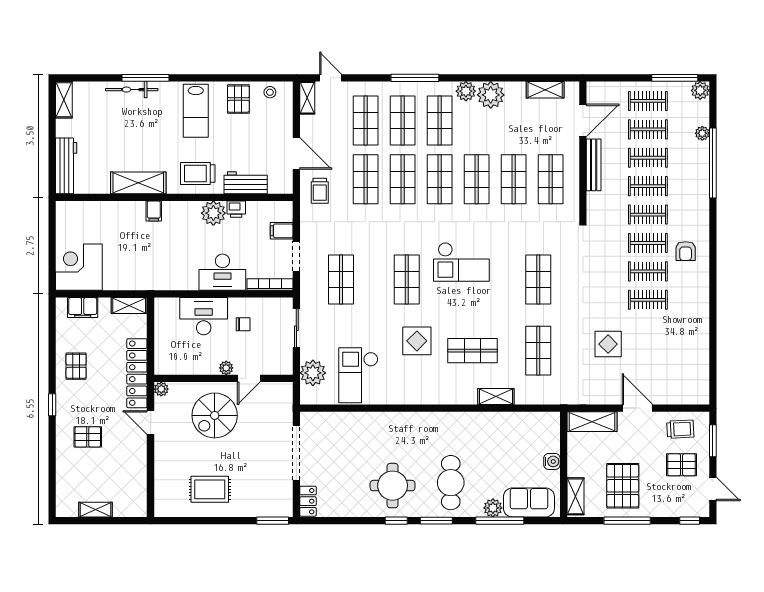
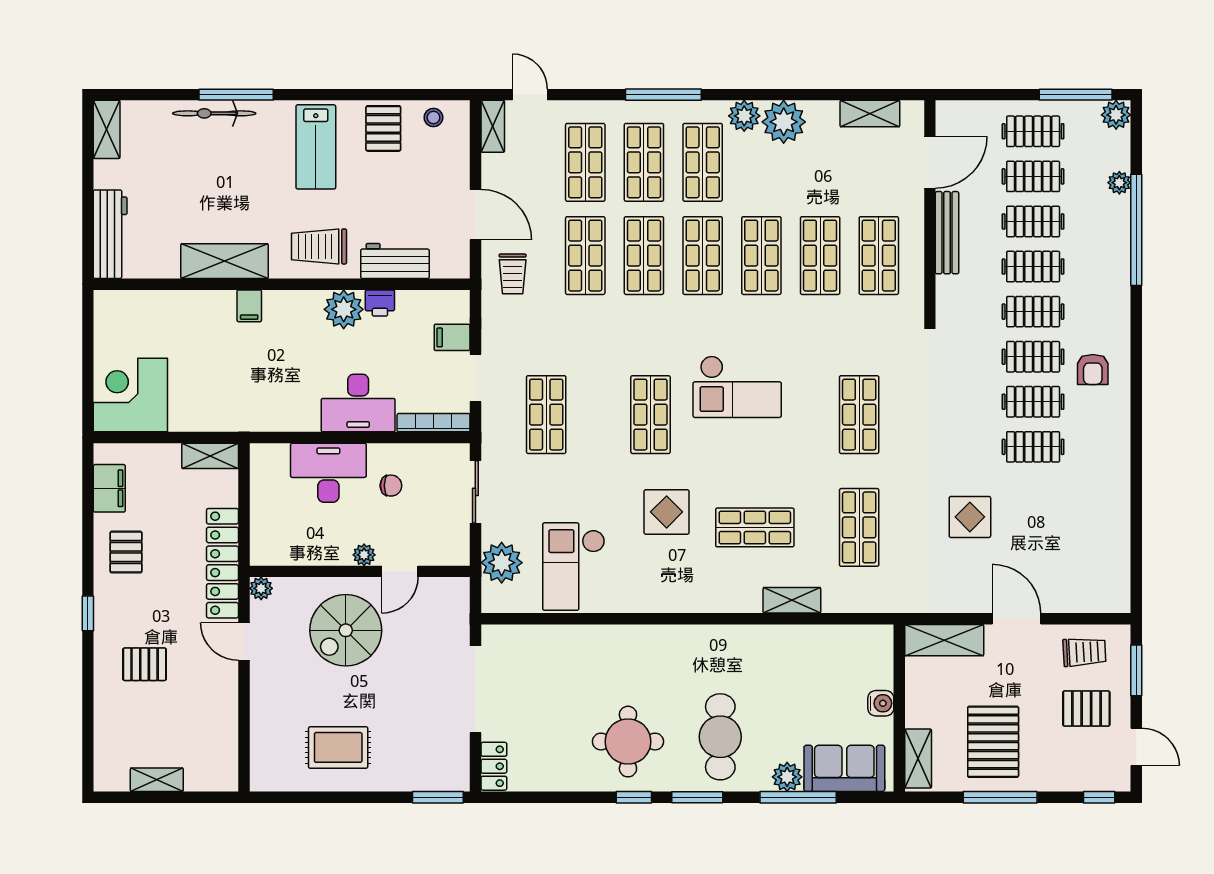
filing cabinet: (83, 307) -> (109, 488), moved, turned -90

